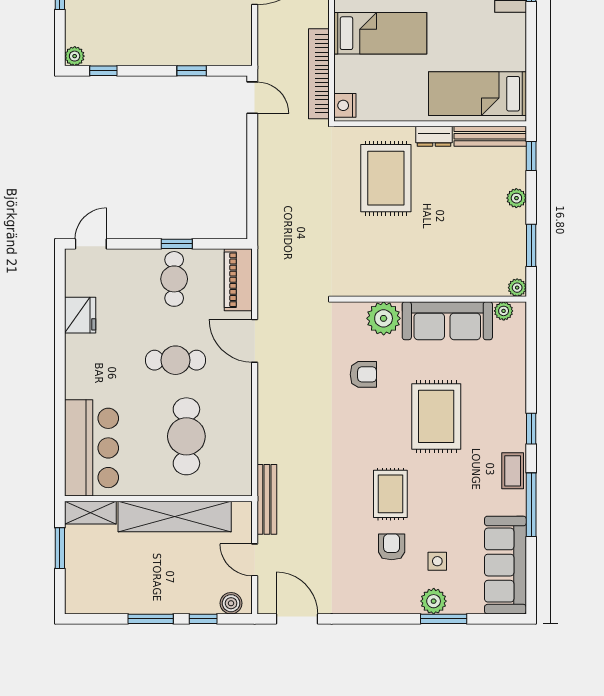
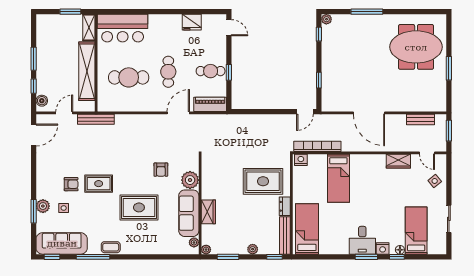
wardrobe: (445, 283) -> (208, 212), added
window: (531, 429) -> (52, 257), moved

